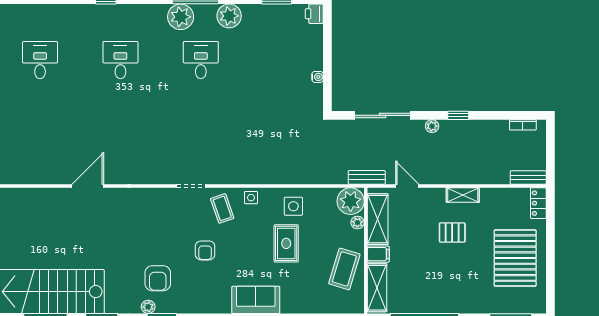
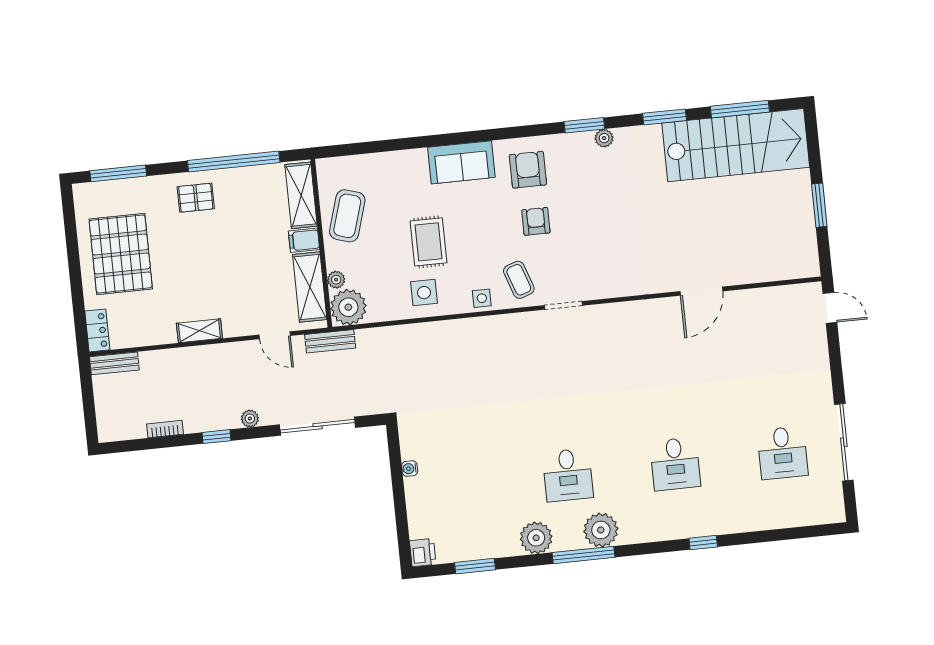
bookcase: (523, 125) -> (165, 429), moved
pallet: (452, 233) -> (196, 198), moved
armchair: (158, 278) -> (528, 170), moved

